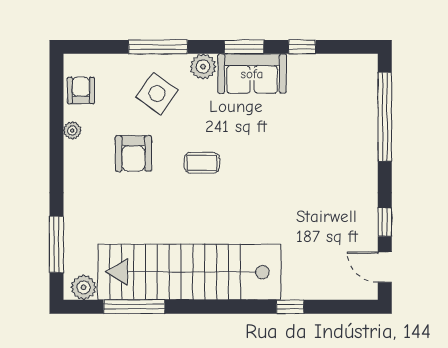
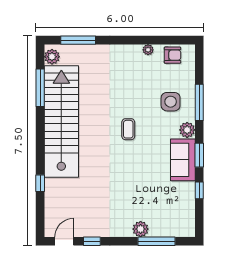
side table: (157, 94) -> (171, 102), turned -36
window: (385, 117) -> (156, 241), width x0.68
plant: (365, 143) -> (141, 229), added
armchair: (133, 153) -> (134, 87), removed

